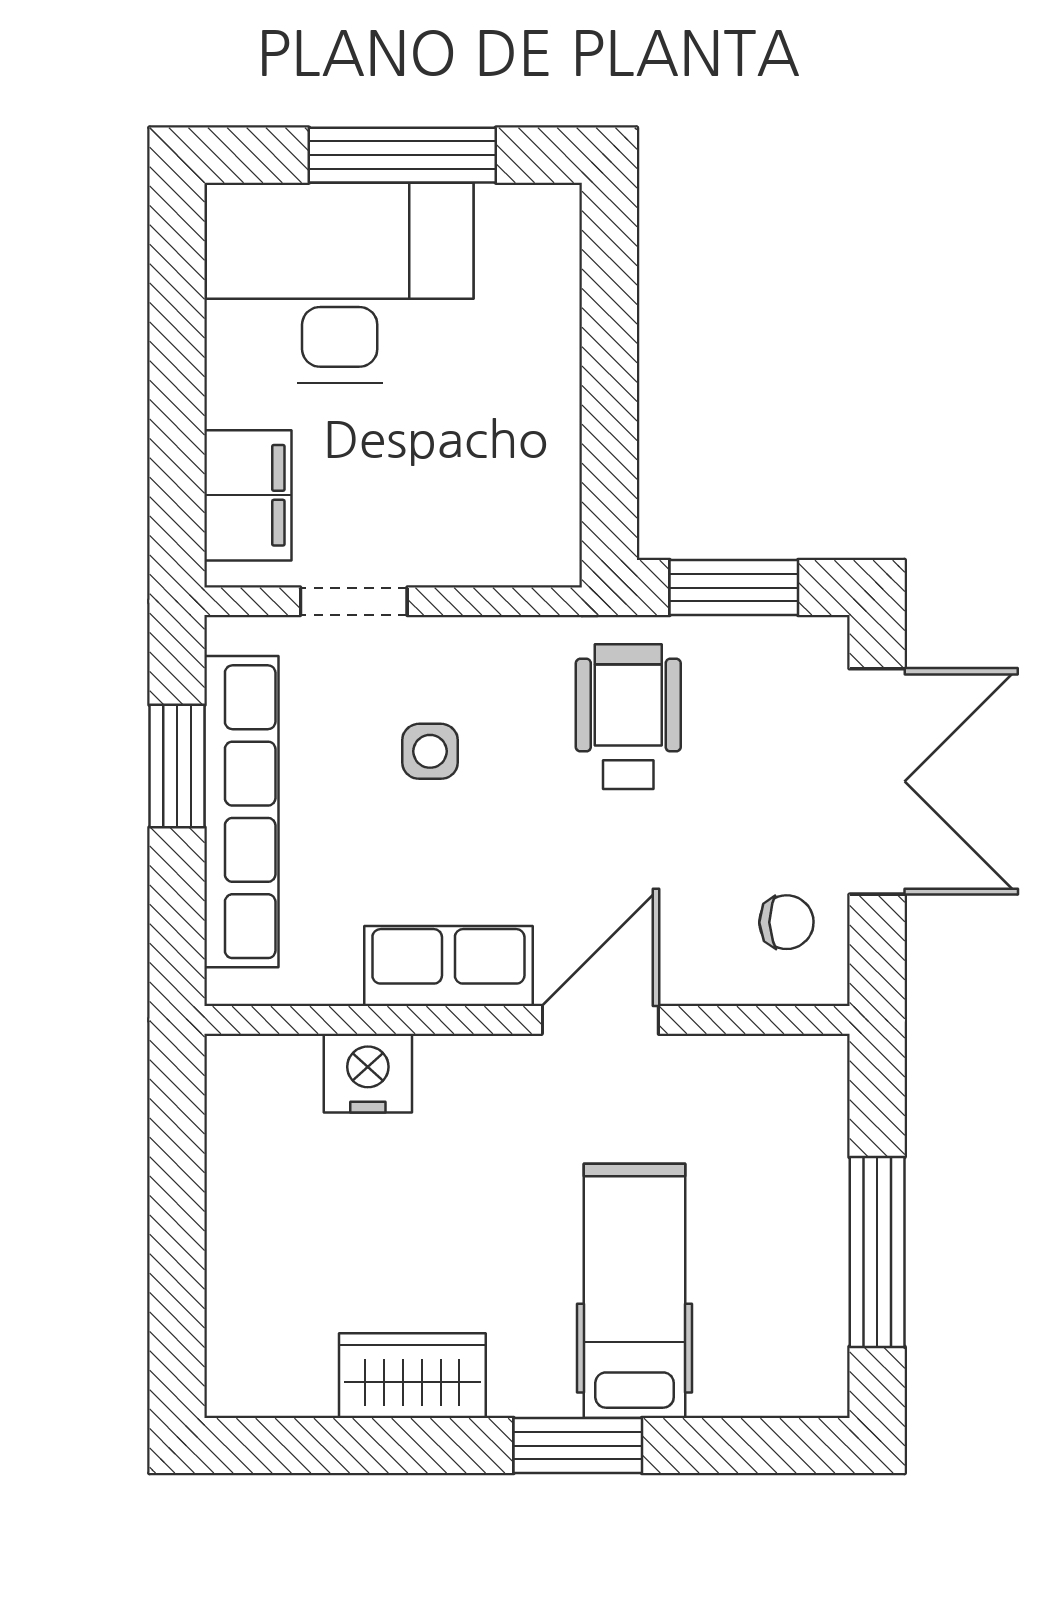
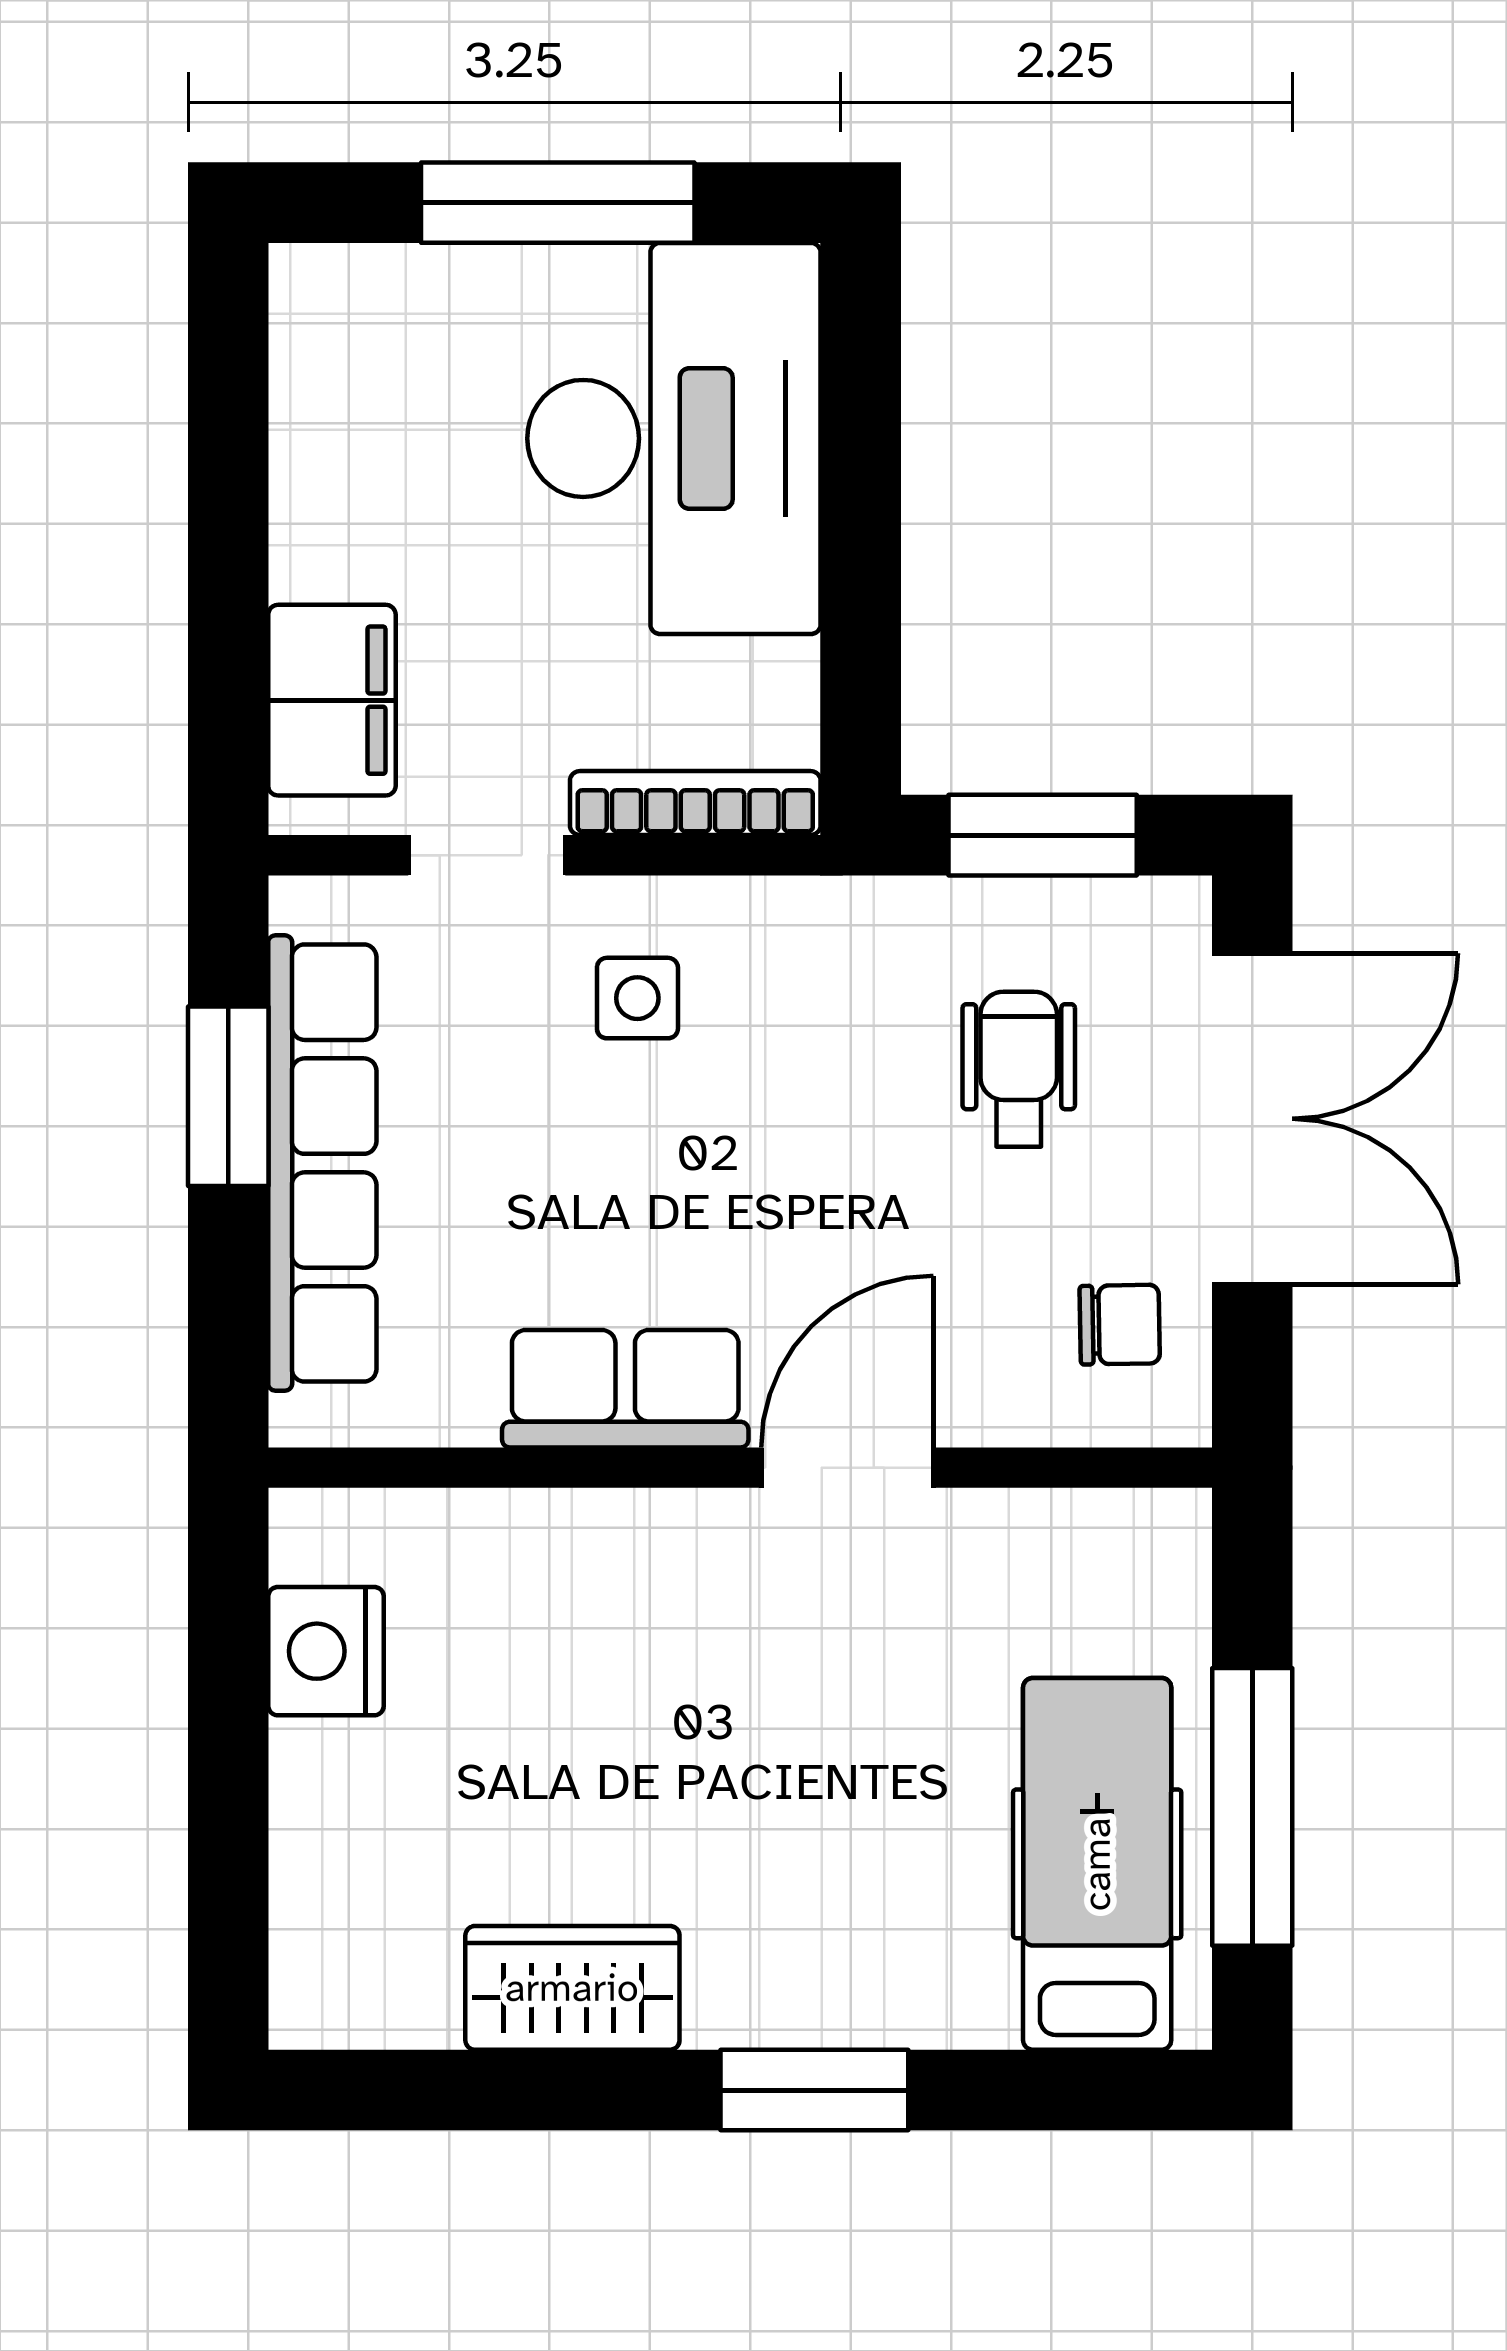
desk: (340, 283) -> (674, 438), moved, turned 90
bookcase: (496, 566) -> (695, 803), added
wheelchair: (628, 717) -> (1019, 1069), moved, width x0.73, depth x0.73
side table: (430, 751) -> (637, 998), moved
nightstand: (368, 1073) -> (326, 1651), moved, turned -90
hospital bed: (635, 1291) -> (1097, 1864), moved

